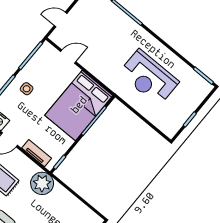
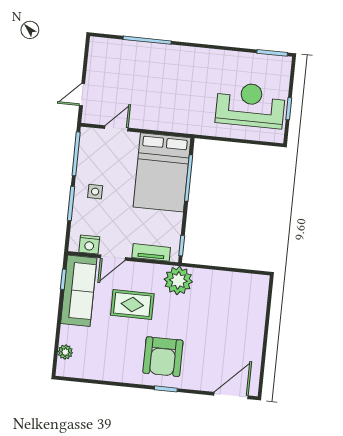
reception desk: (149, 77) -> (250, 105), moved, turned 180

